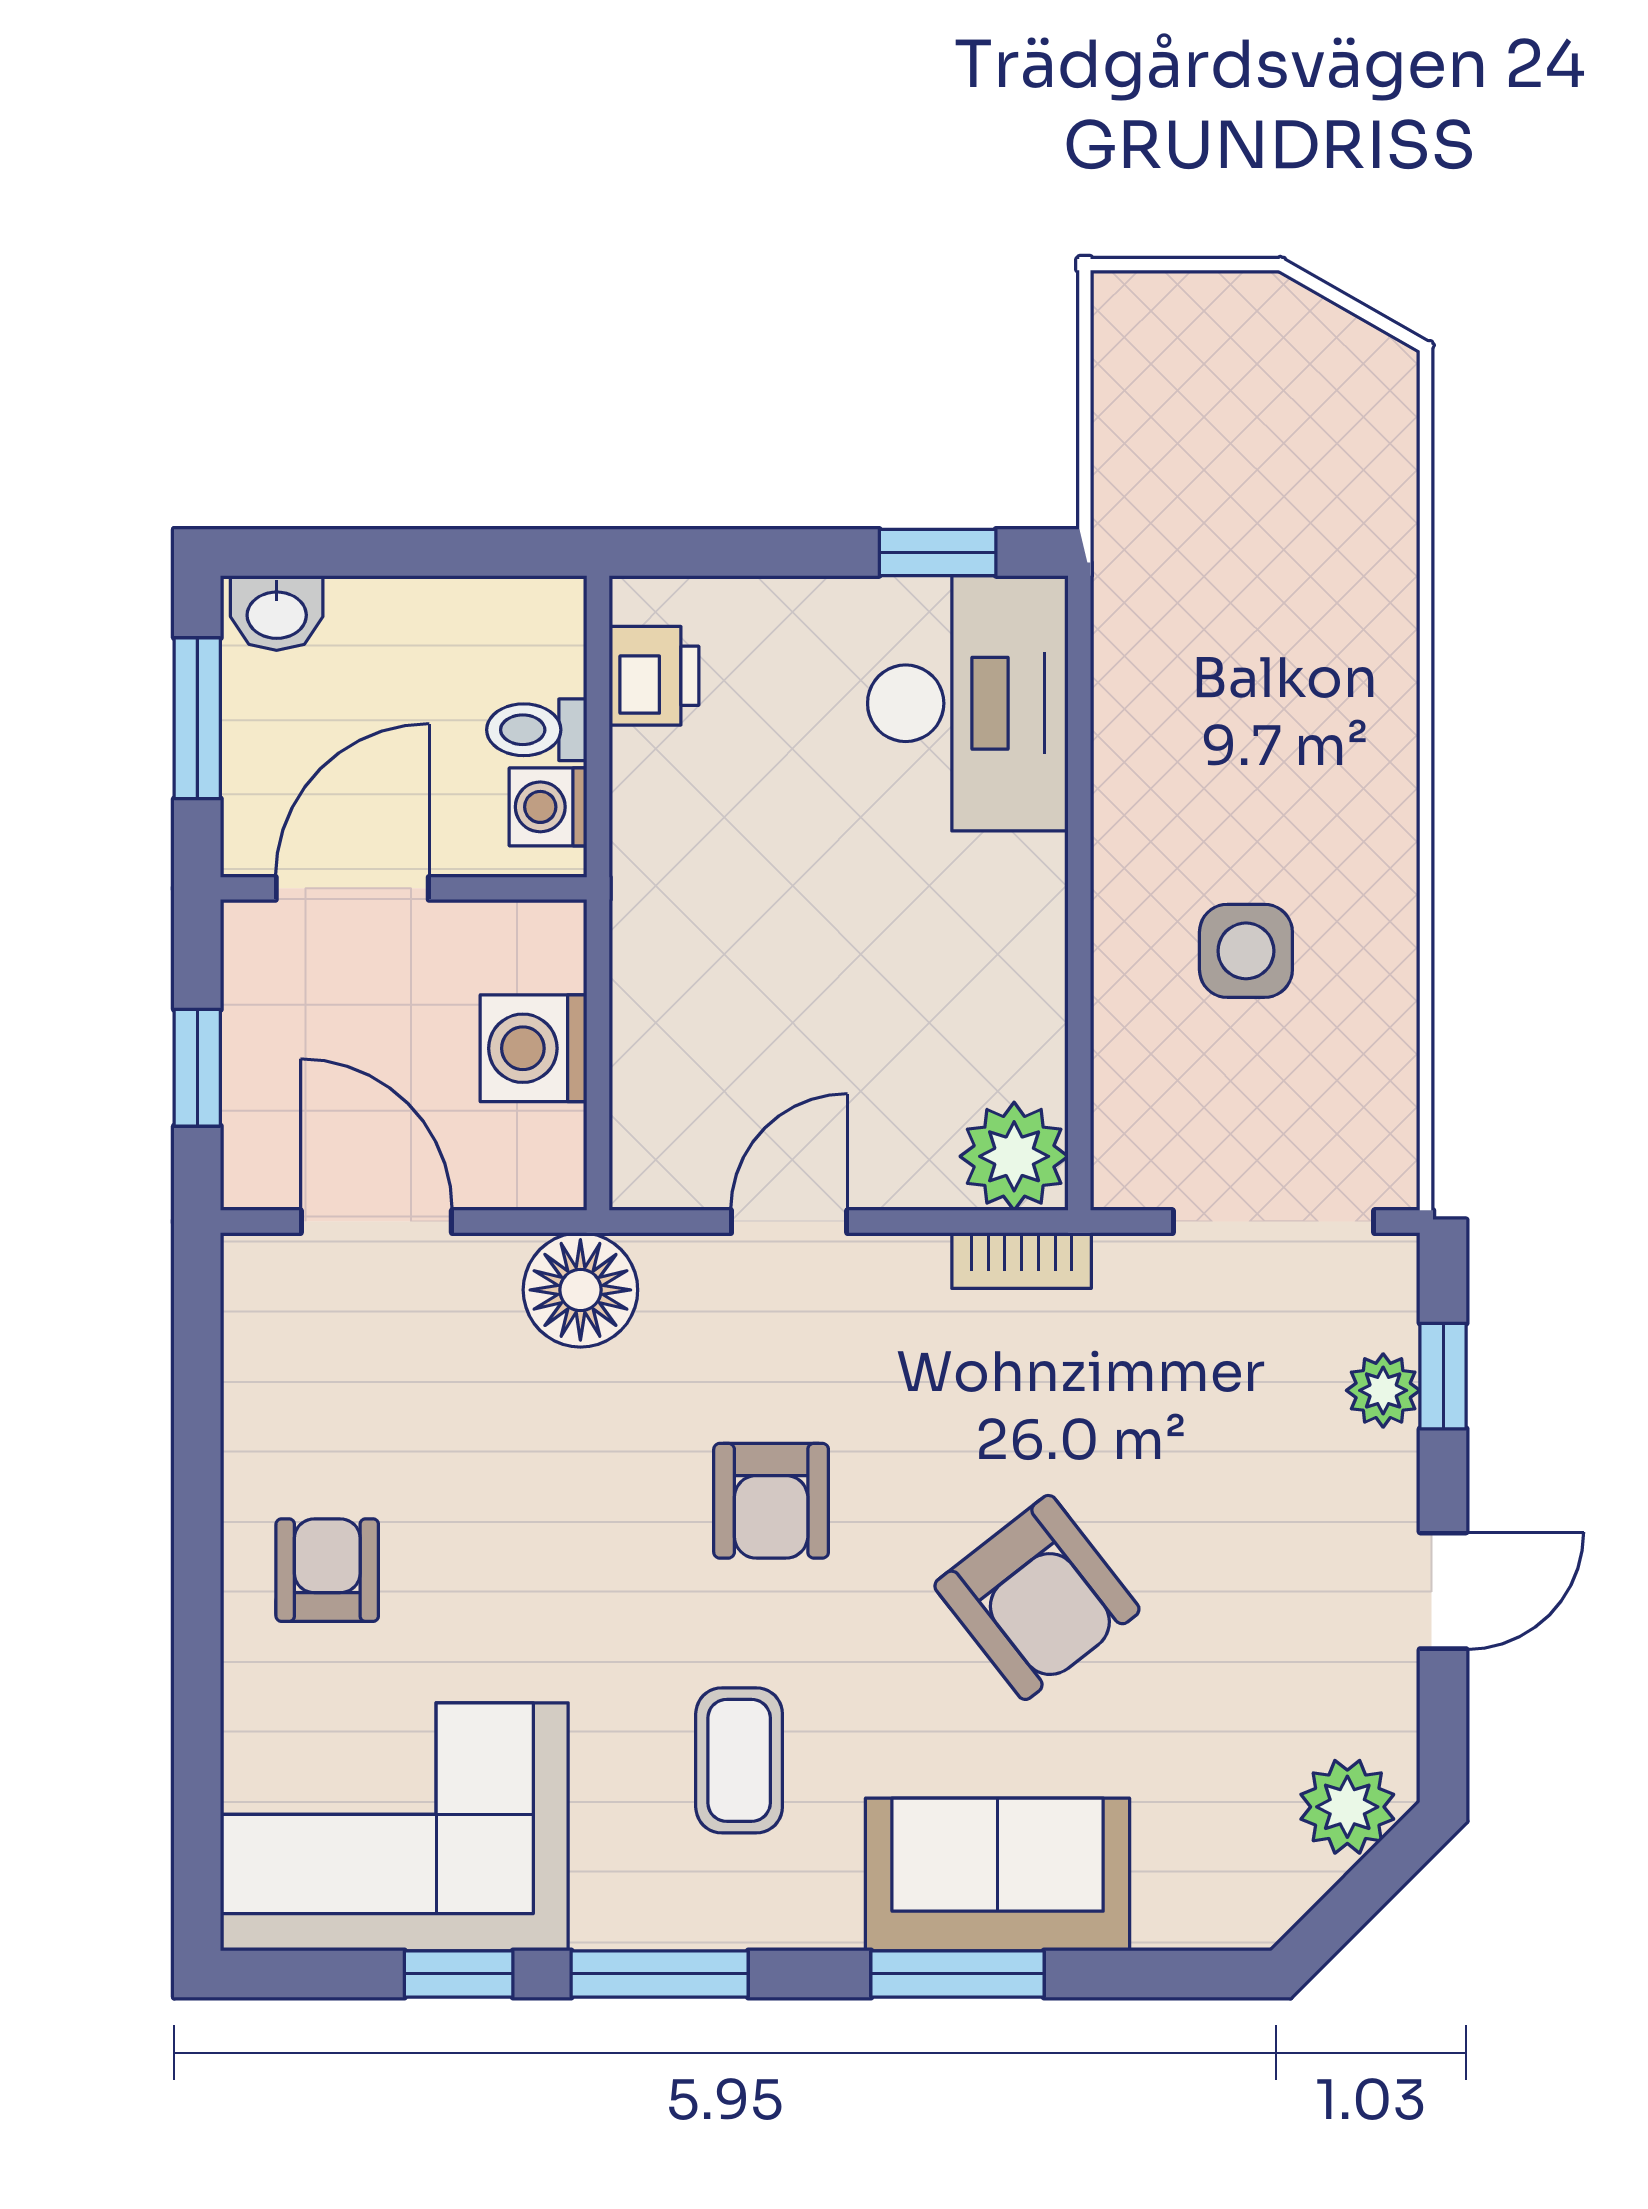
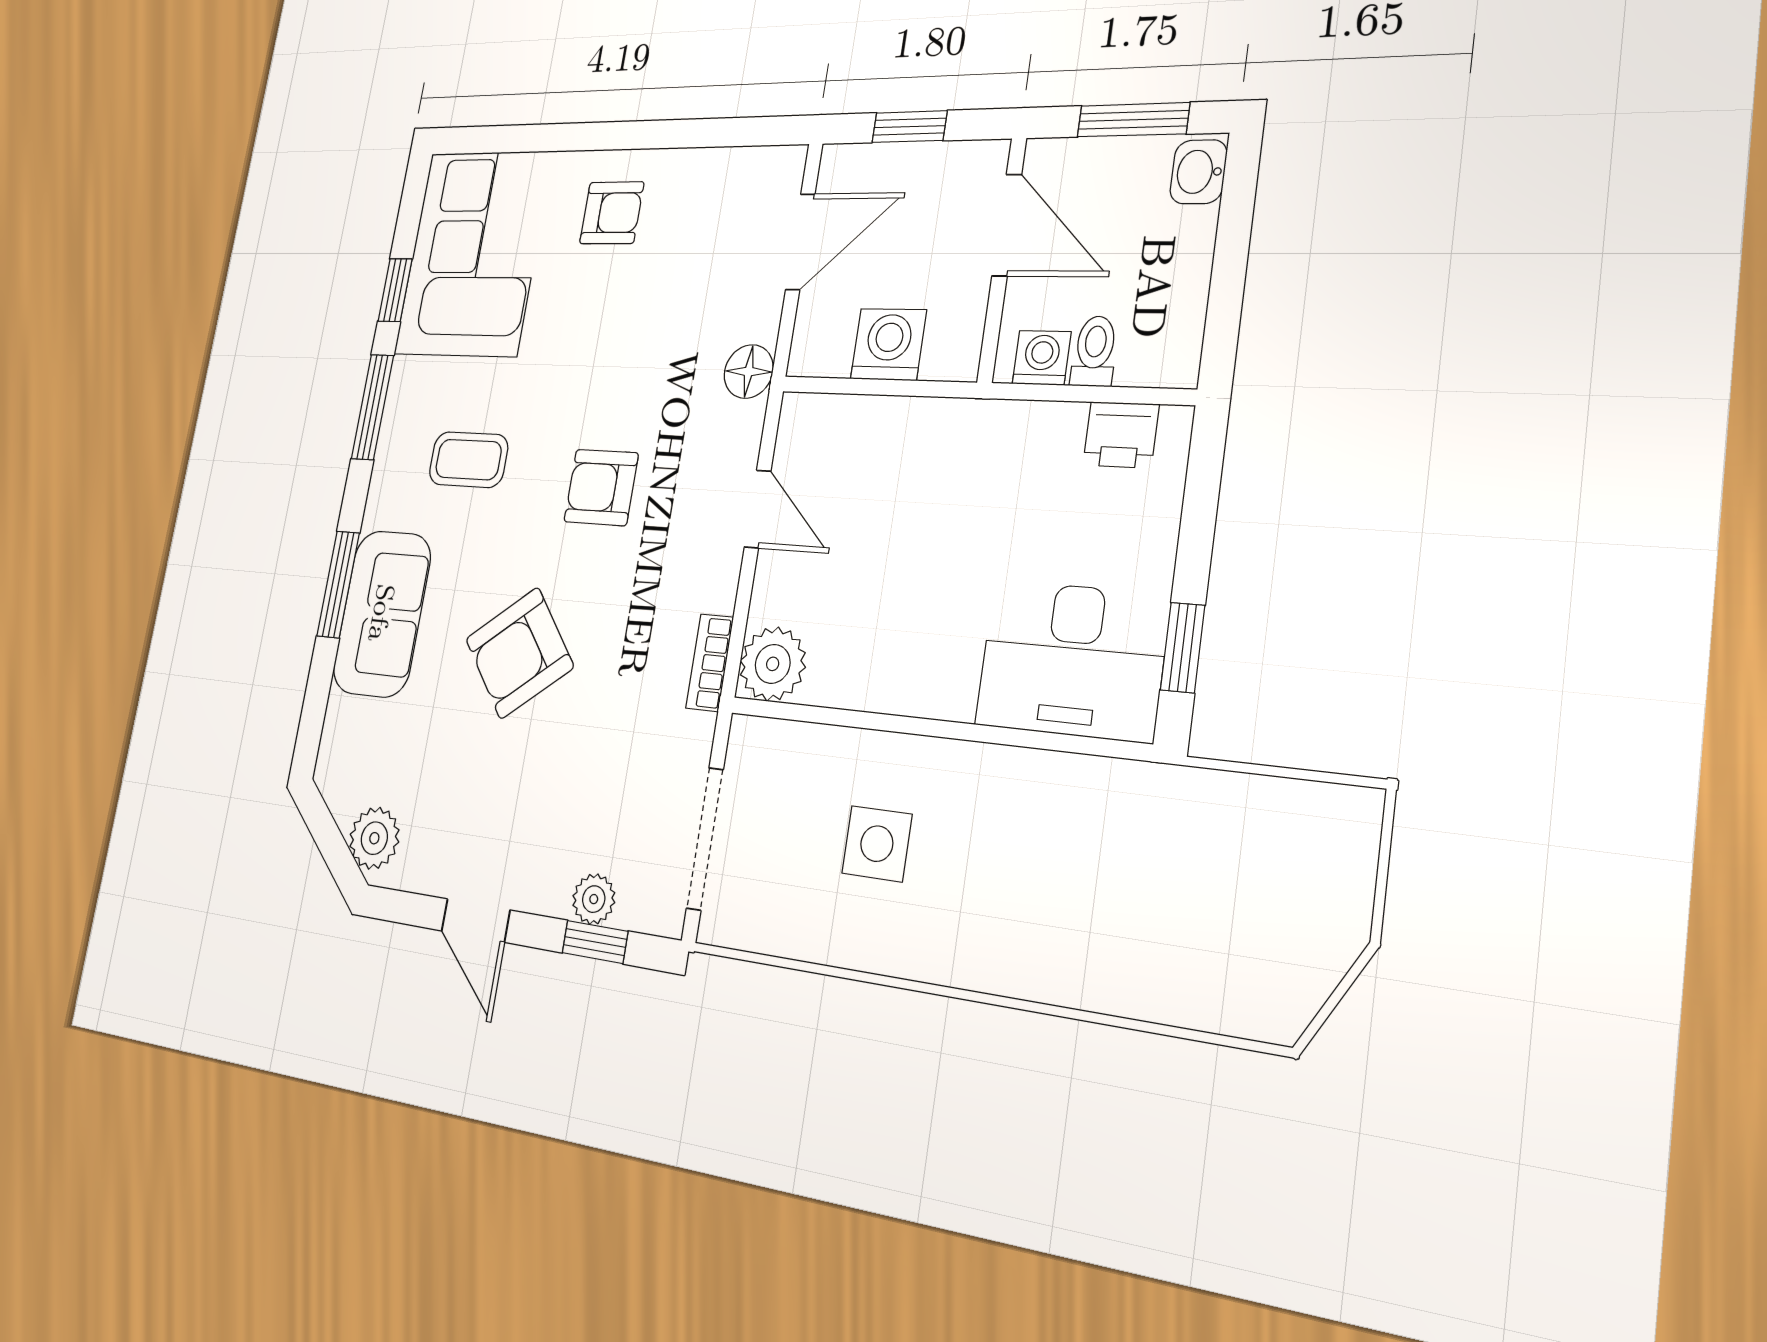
floor lamp: (580, 1290) -> (749, 372), width x0.73, depth x0.73

